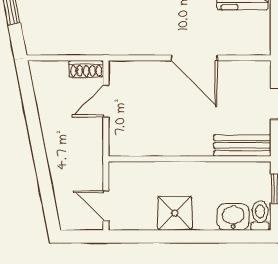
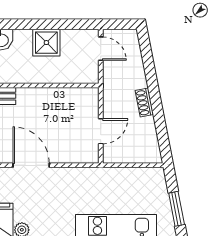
shoe rack: (86, 69) -> (144, 102), moved, turned -101

